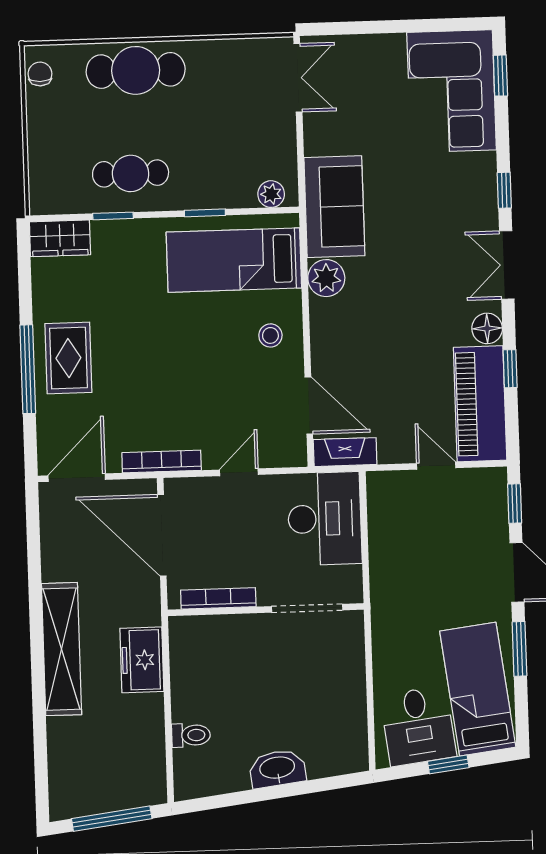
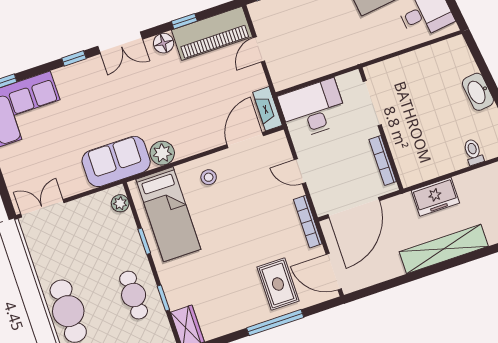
rug: (68, 358) -> (278, 284), moved, turned 90

